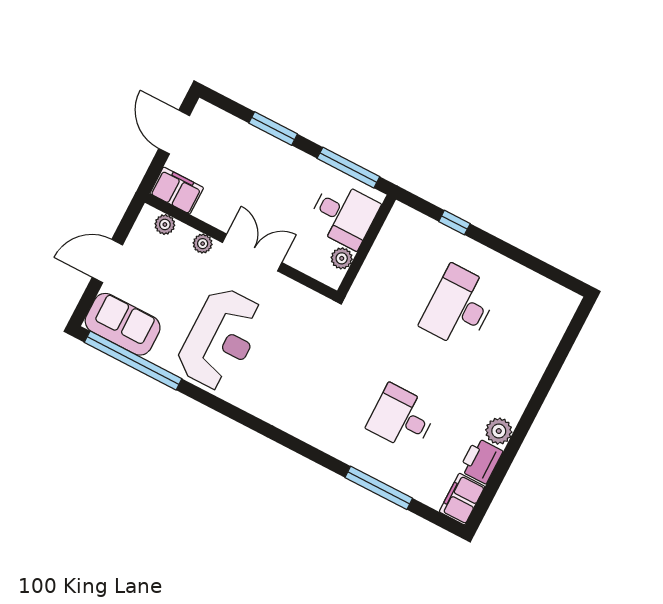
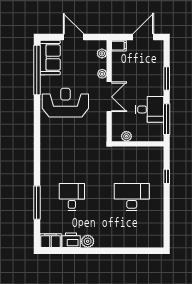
filing cabinet: (177, 191) -> (119, 46), width x0.50
desk: (344, 215) -> (150, 109), moved, turned -90
reception desk: (221, 339) -> (65, 103), turned 180

